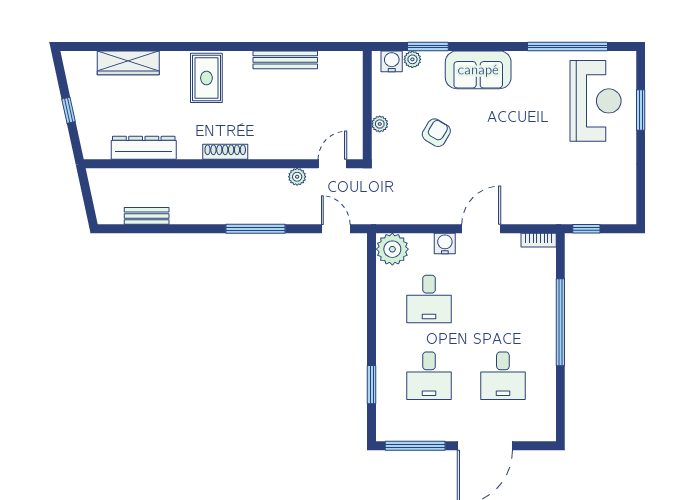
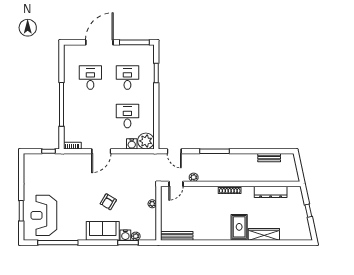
bench: (285, 60) -> (177, 236), moved
water cooler: (392, 61) -> (125, 235), moved
wardrobe: (128, 63) -> (264, 234), moved
armchair: (436, 133) -> (108, 202), moved
water cooler: (445, 243) -> (132, 144), moved

